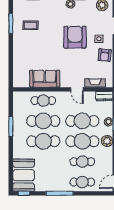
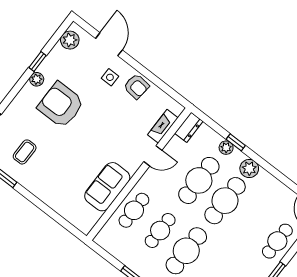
armchair: (75, 37) -> (61, 105), moved
cafe table: (43, 121) -> (160, 231), width x0.73, depth x0.74
cafe table: (82, 162) -> (251, 221), removed

